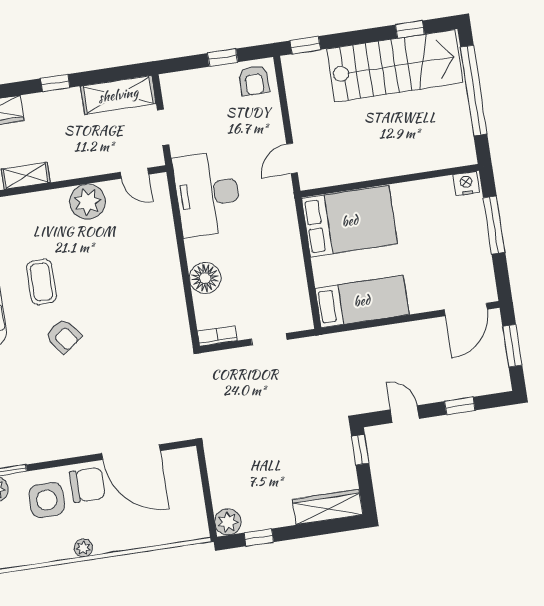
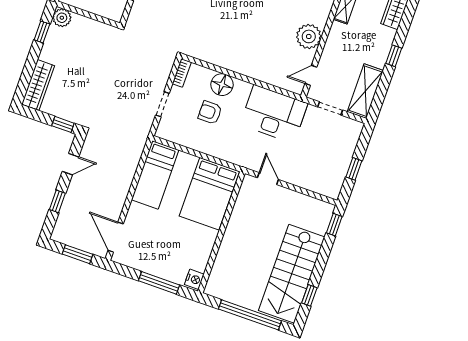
armchair: (254, 80) -> (210, 113), moved

